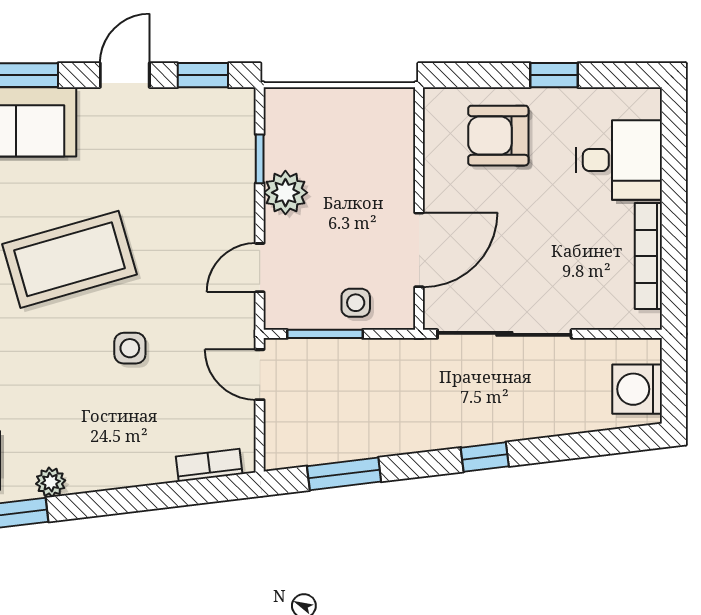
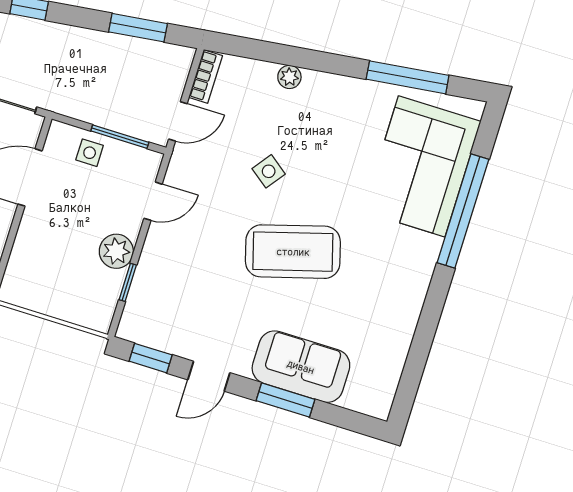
side table: (130, 348) -> (269, 171), turned 37
door: (260, 375) -> (178, 121), hinge flipped
bookcase: (209, 465) -> (206, 77), moved, turned -83
plant: (51, 482) -> (289, 77), moved

